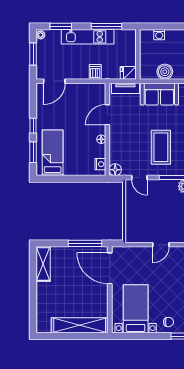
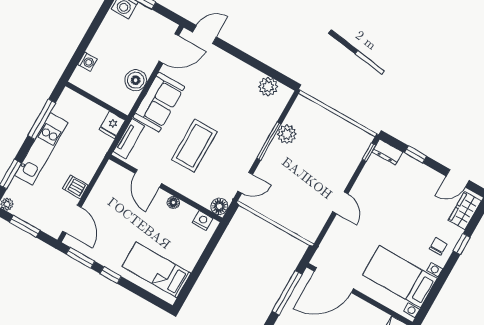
dishwasher: (95, 72) -> (75, 187), moved
coffee table: (161, 147) -> (194, 146), moved, turned 90
window: (33, 152) -> (80, 258), moved

